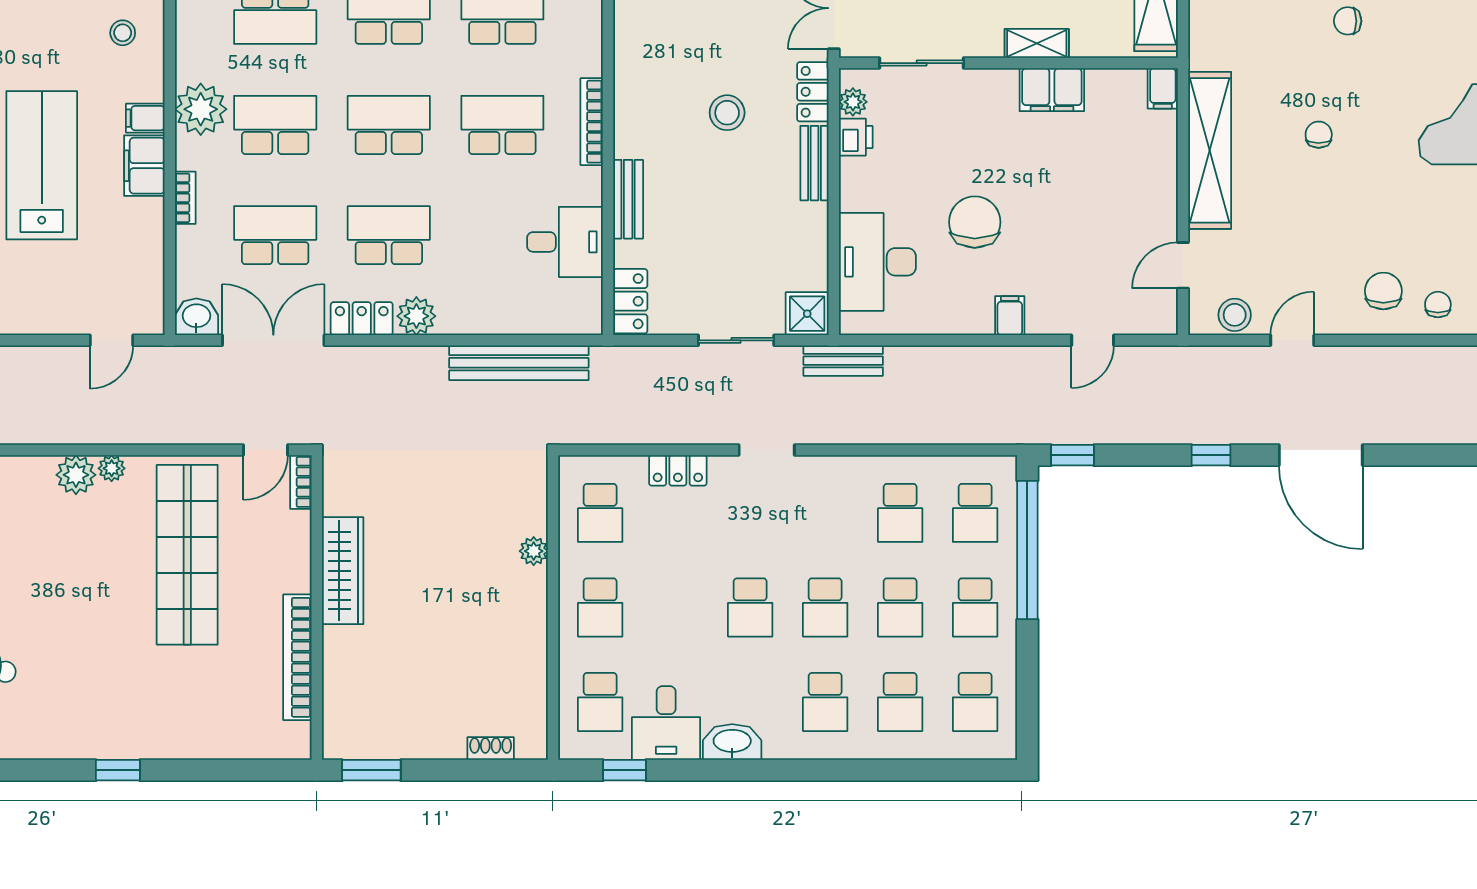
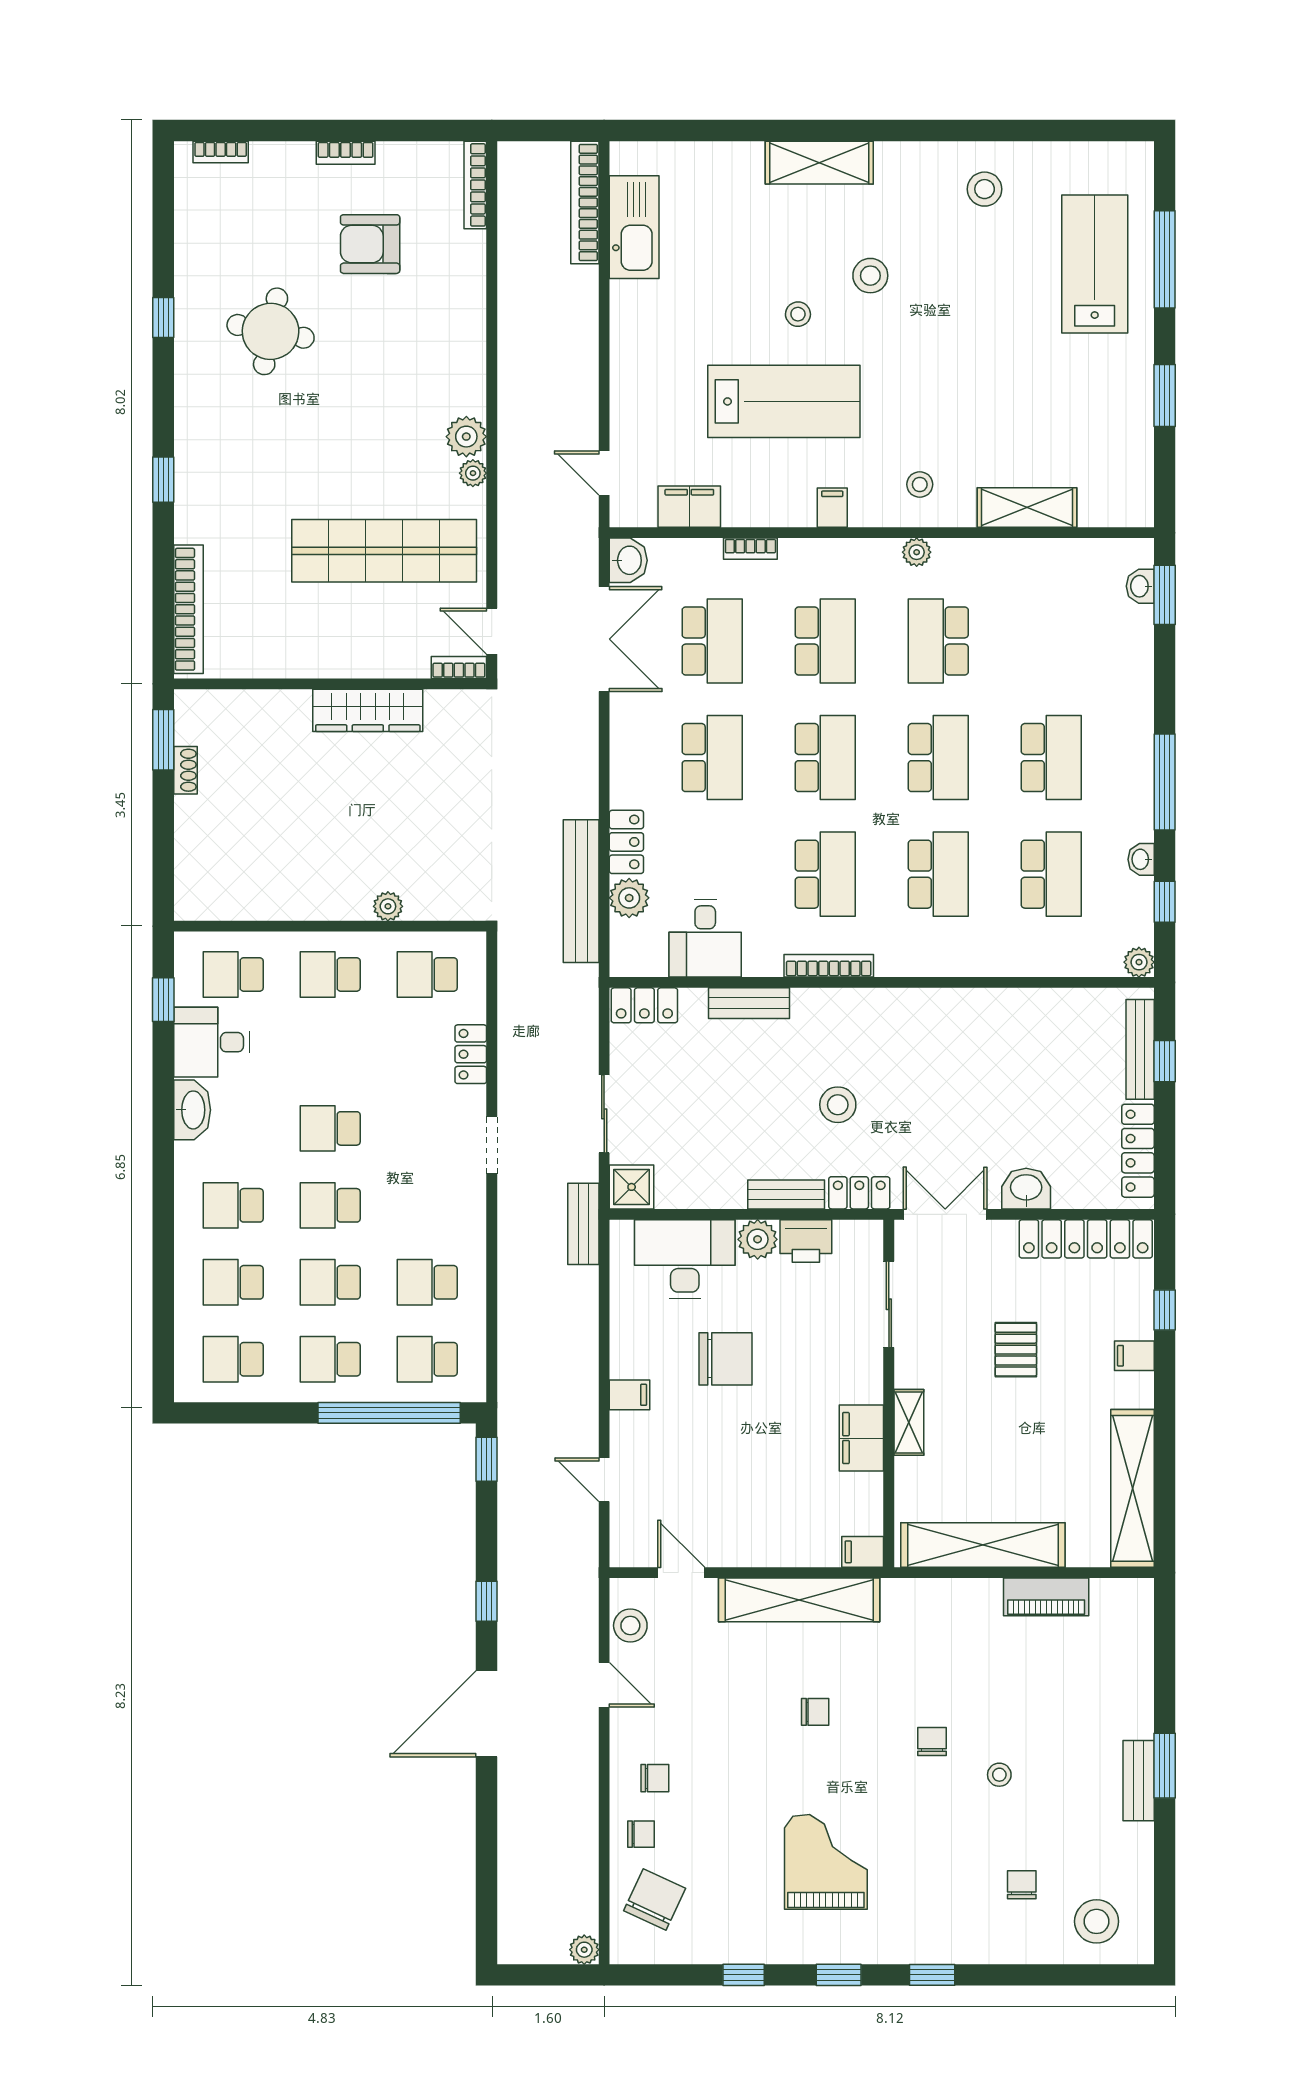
plant: (853, 102) -> (758, 1239), moved, width x1.38, depth x1.38
plant: (201, 109) -> (917, 552), moved, width x0.53, depth x0.53
printer: (856, 137) -> (806, 1241), width x1.36, depth x1.24
filing cabinet: (144, 166) -> (689, 507), moved
chair: (1383, 291) -> (655, 1778), width x0.73, depth x0.73
plant: (416, 316) -> (629, 898), moved
locker: (362, 319) -> (626, 842), moved
bookcase: (297, 657) -> (188, 609), moved, turned 90
shoe rack: (491, 748) -> (185, 770), moved

